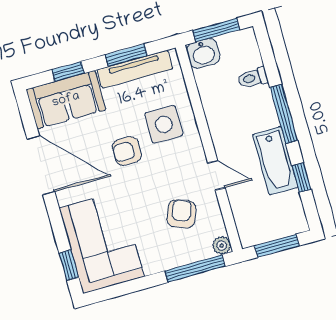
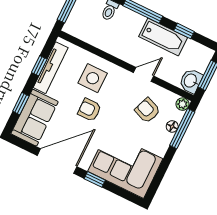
washbasin: (203, 53) -> (191, 81), moved, turned 180
window: (126, 55) -> (39, 66), width x0.67
armchair: (127, 151) -> (89, 110), turned 90
floor lamp: (188, 256) -> (172, 126), added
window: (69, 265) -> (95, 179), moved

